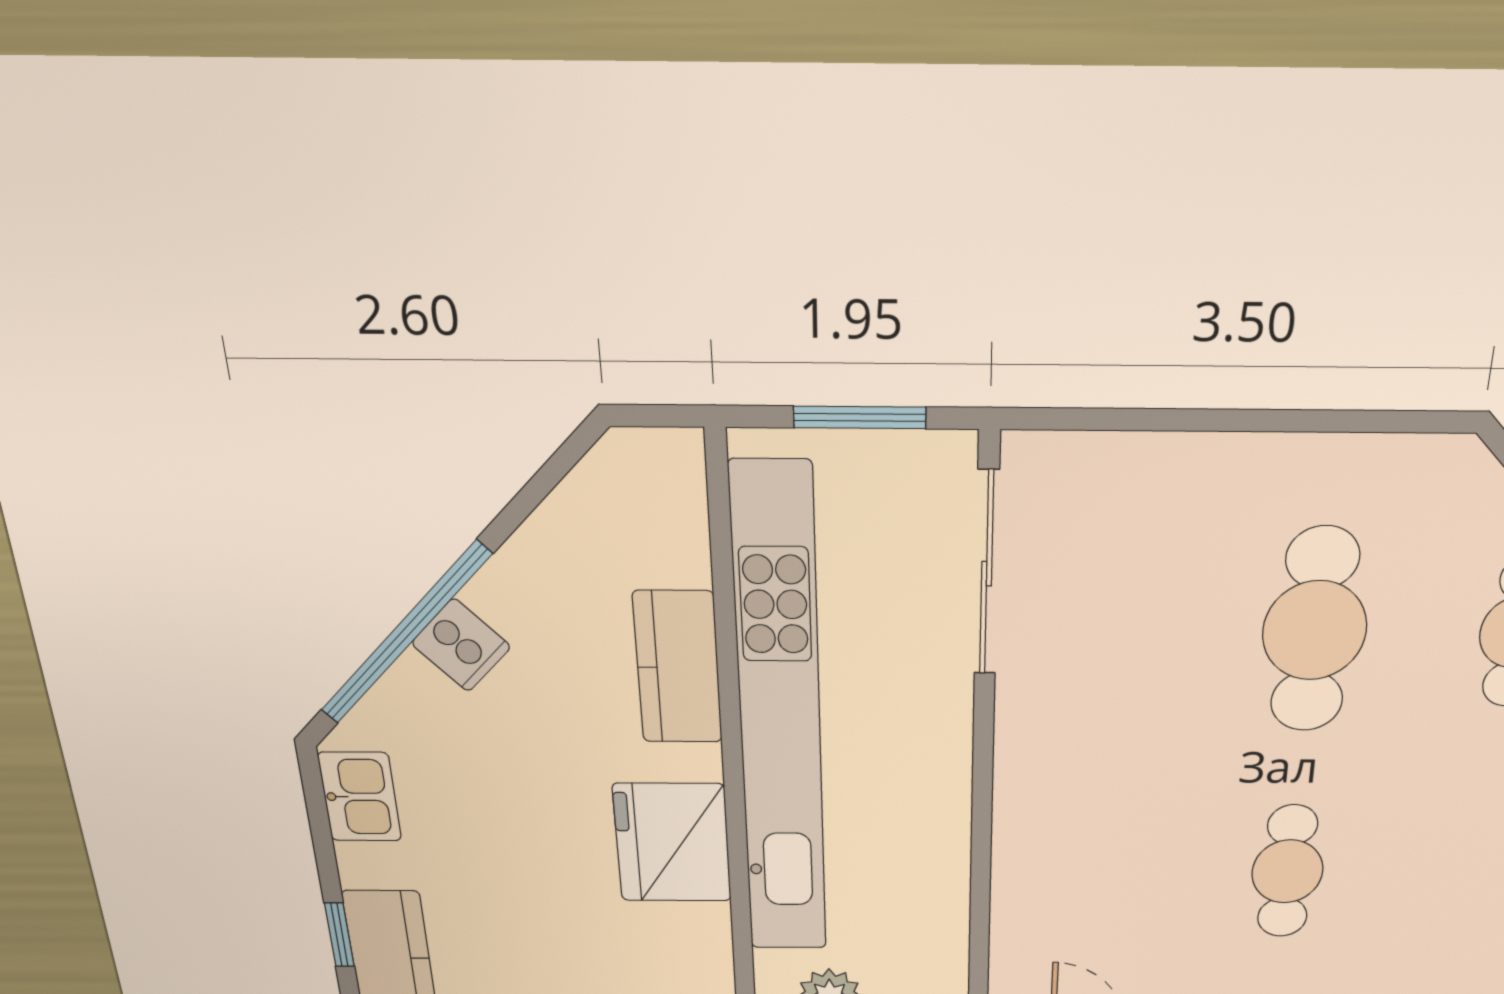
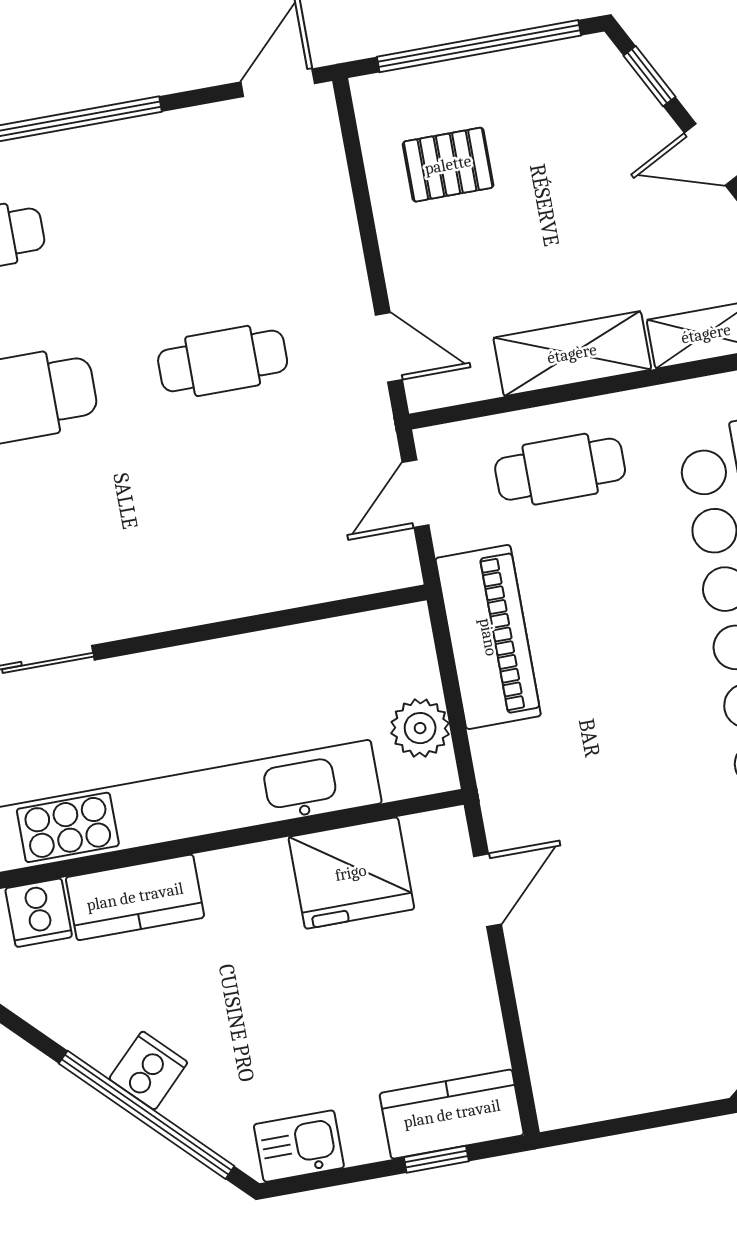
cooker: (673, 550) -> (39, 913), added
fridge: (672, 843) -> (351, 873), moved

